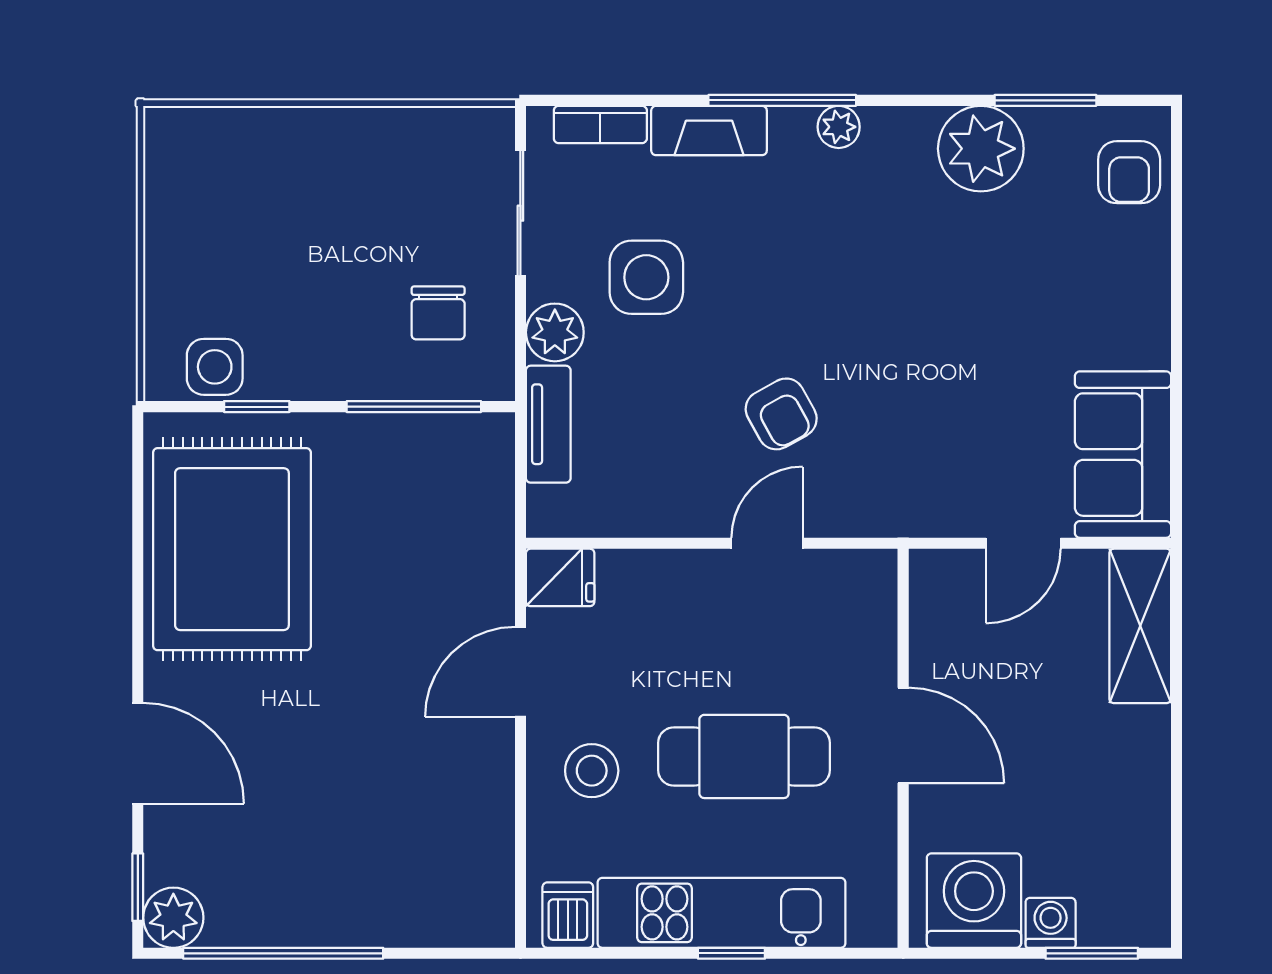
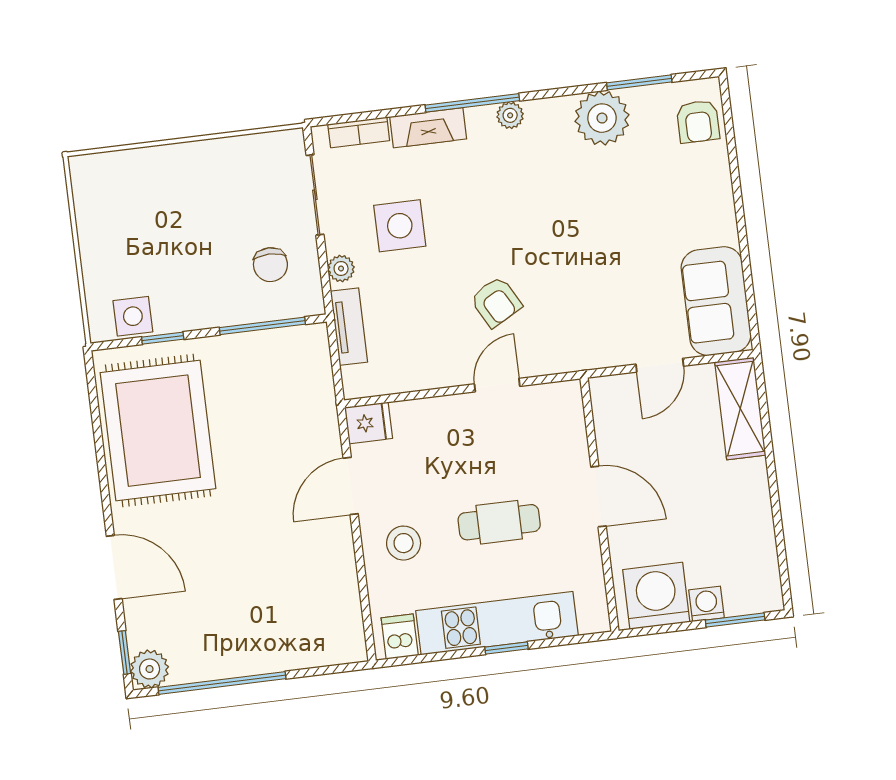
plant: (555, 332) -> (341, 268), width x0.73, depth x0.73
cafe table: (744, 756) -> (499, 522), width x0.73, depth x0.74

